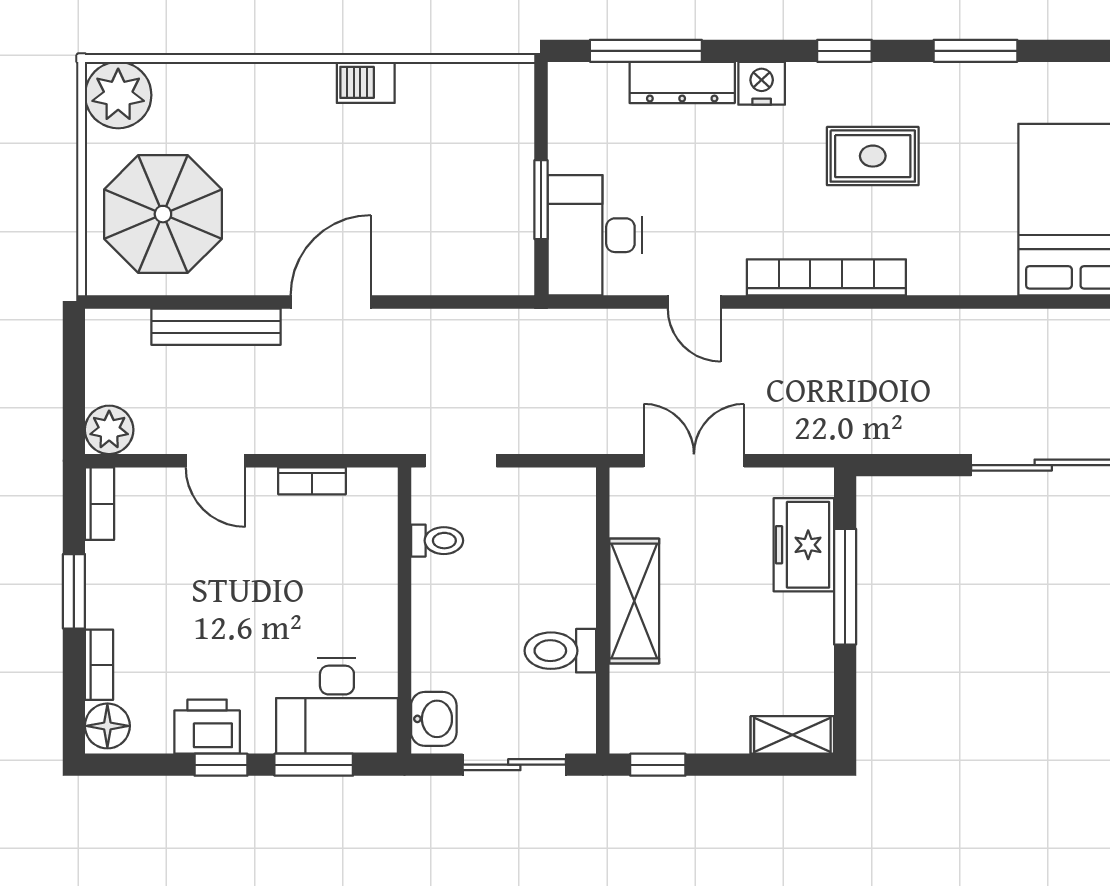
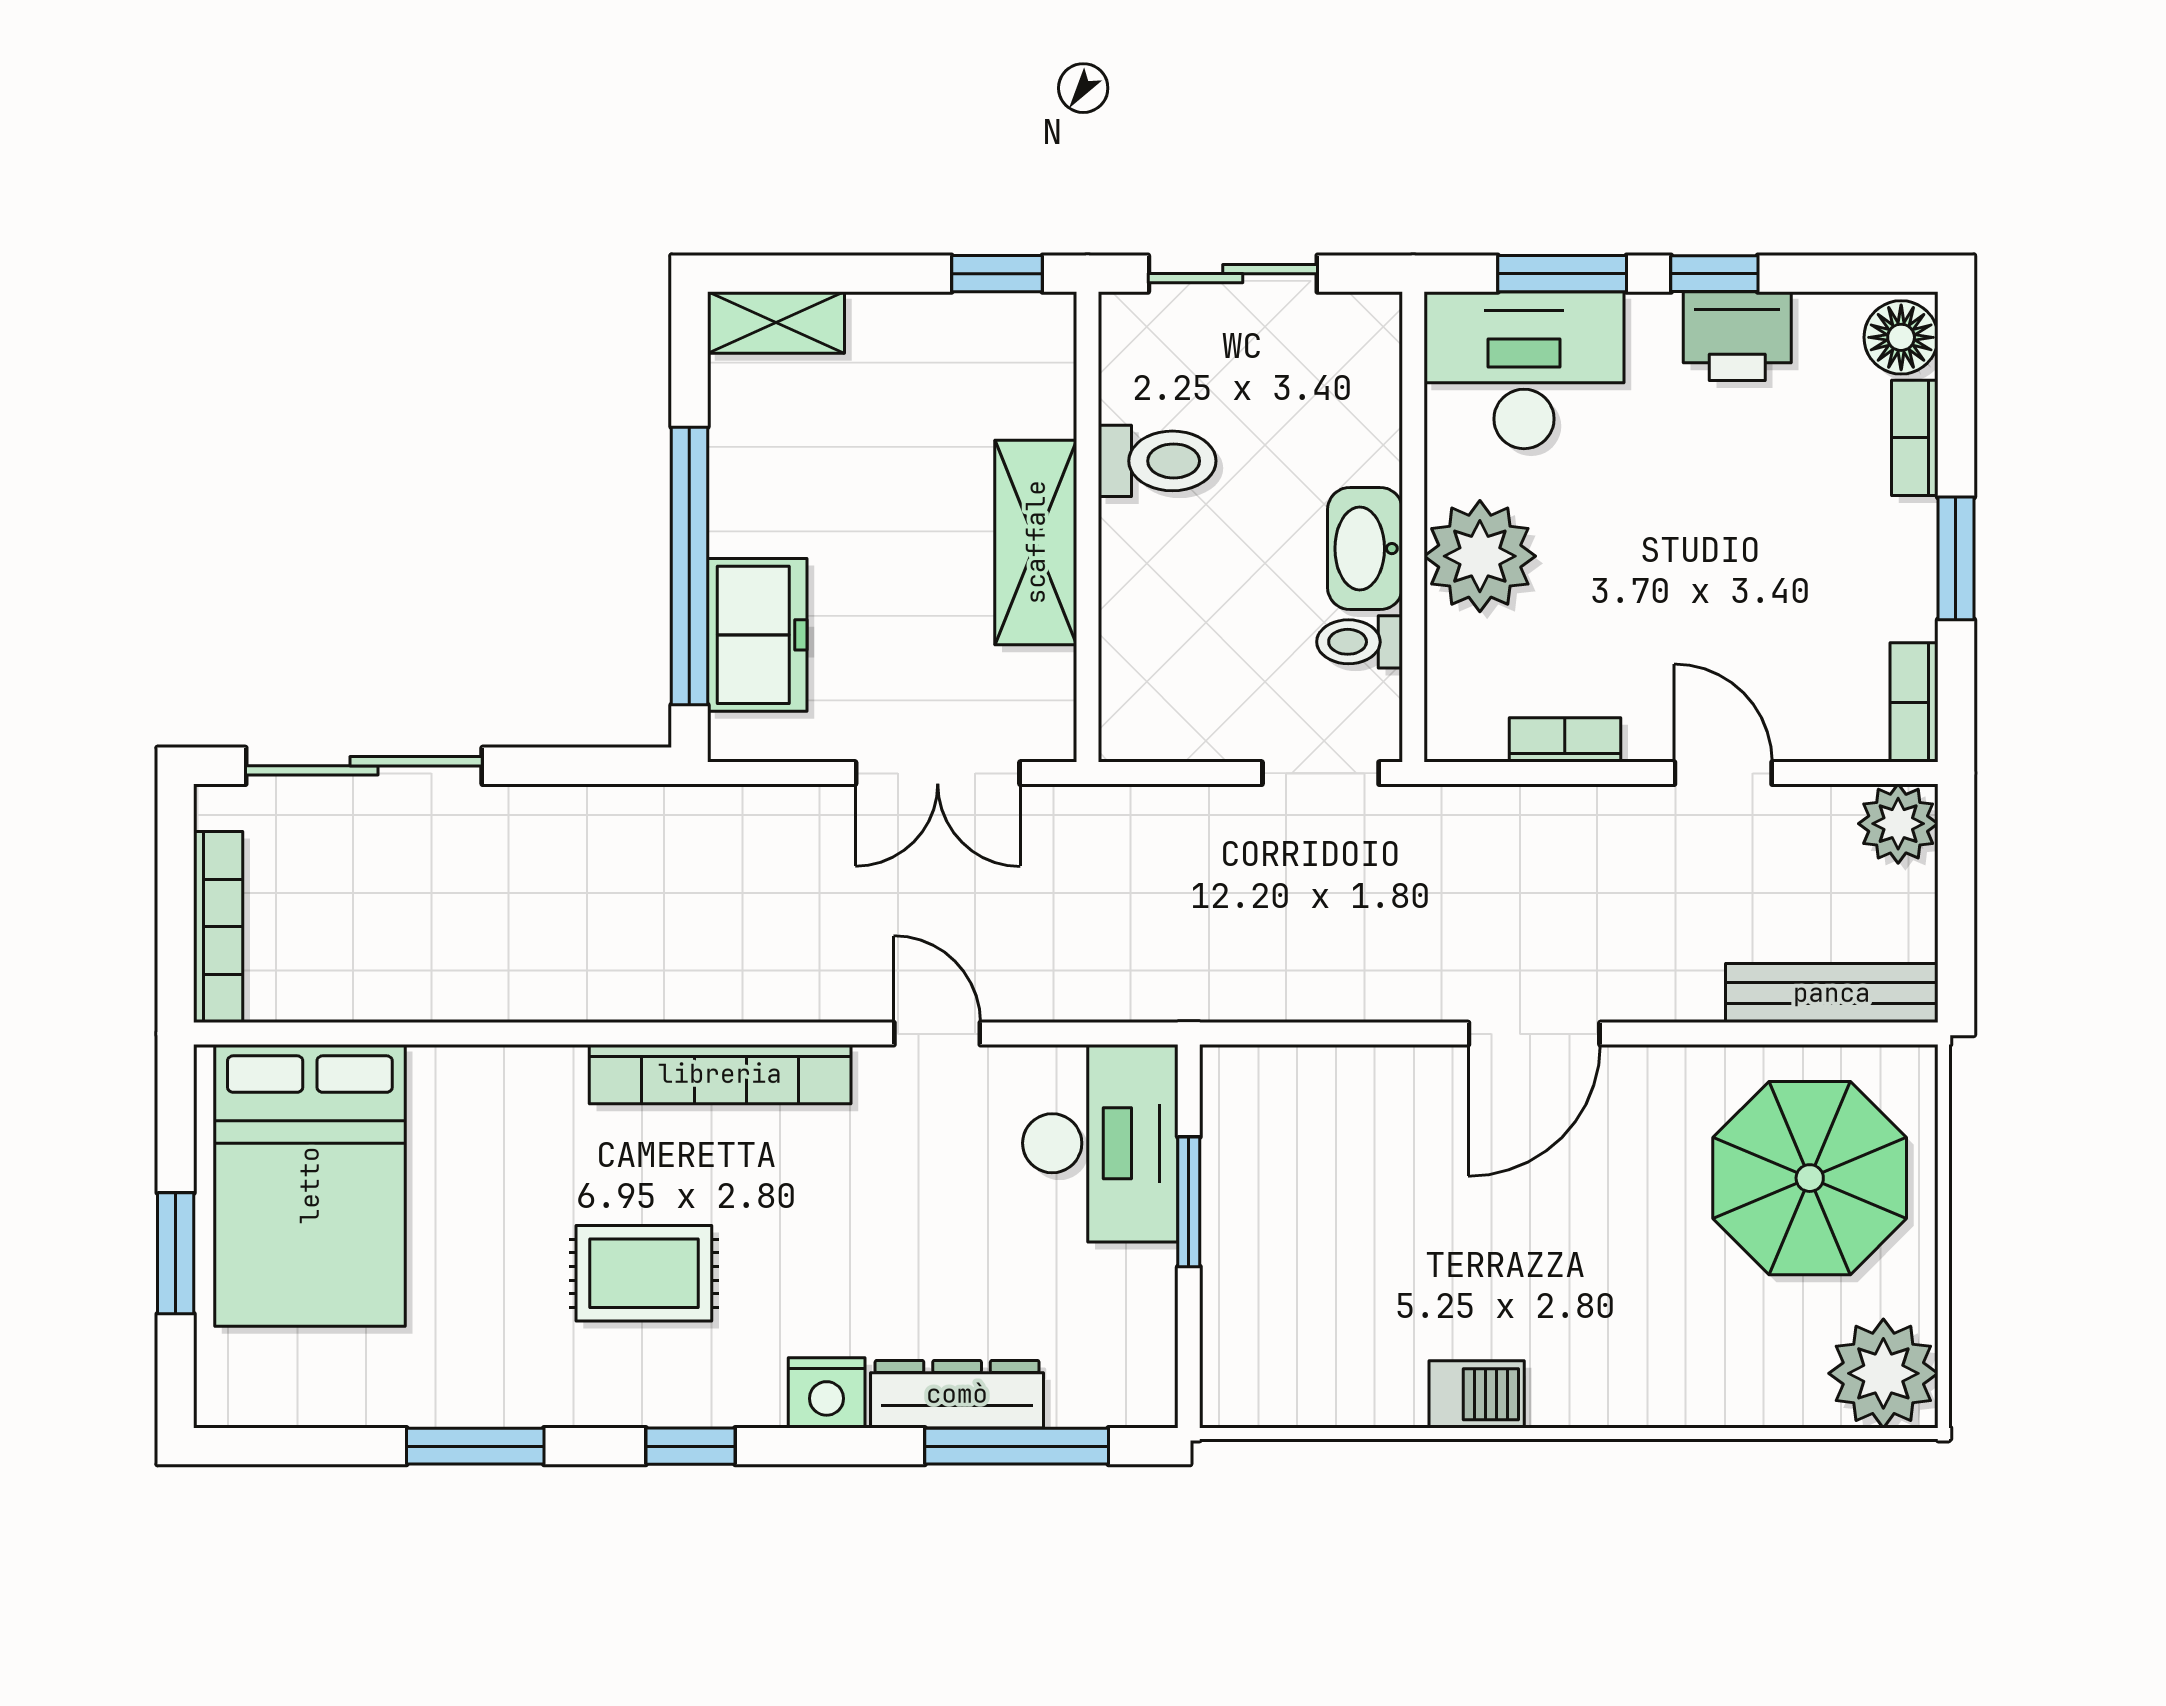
bench: (216, 327) -> (1832, 993), moved
window: (845, 587) -> (689, 566), width x1.46
plant: (364, 593) -> (1480, 556), added
washbasin: (434, 719) -> (1365, 549), moved, width x1.38

